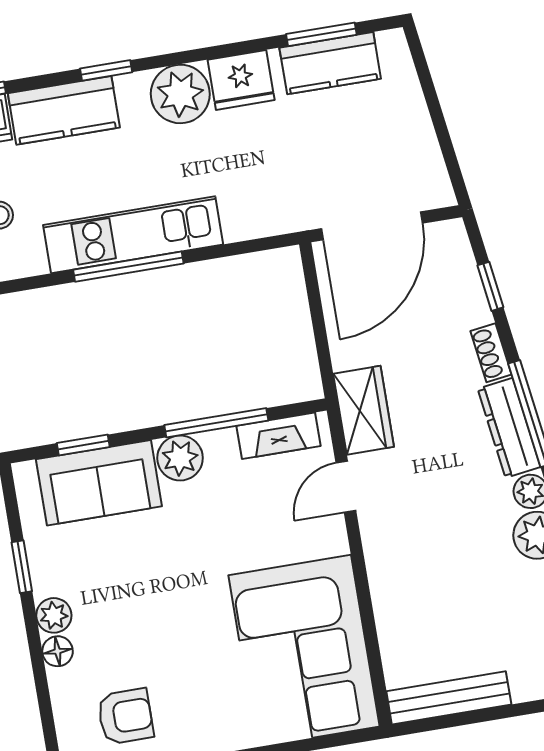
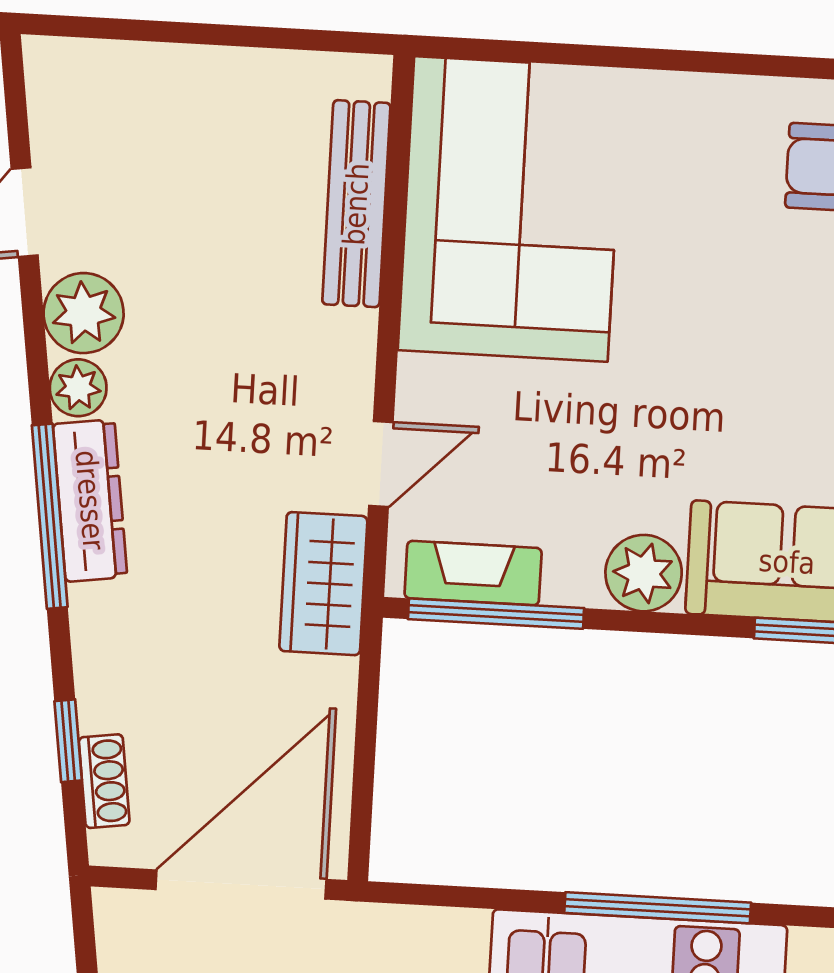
shoe rack: (491, 353) -> (104, 781), moved
window: (216, 423) -> (496, 614), moved
bench: (449, 698) -> (356, 204), moved, turned 90

